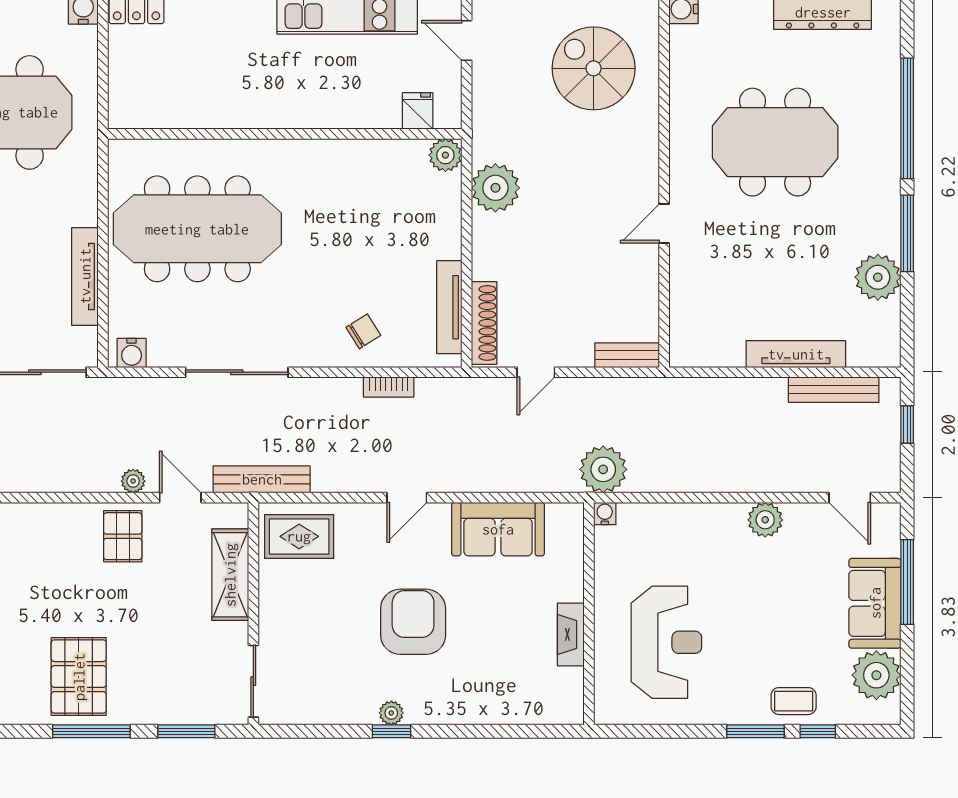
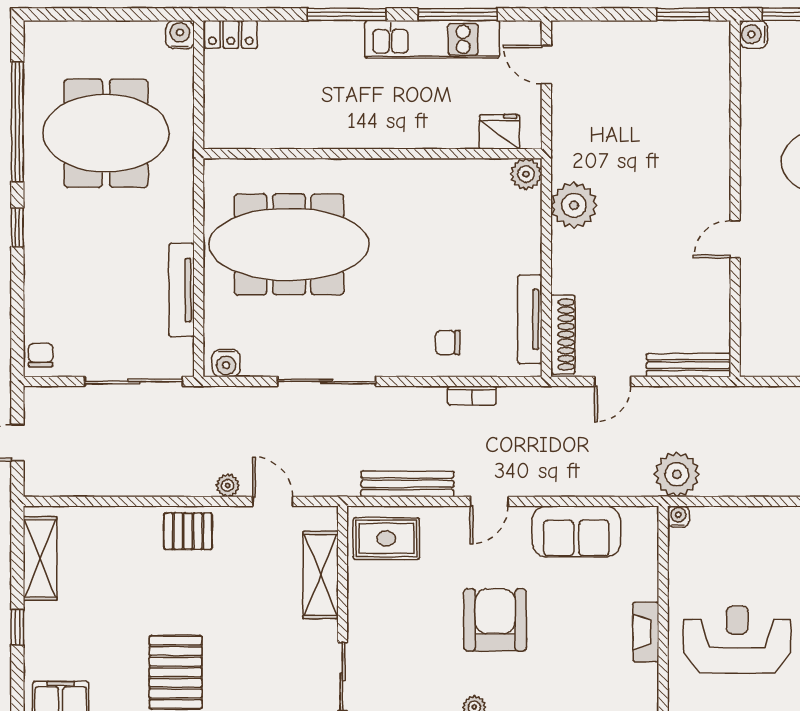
spiral stairs: (594, 68) -> (668, 91), removed
fridge: (418, 111) -> (499, 132), width x1.38
chair: (363, 331) -> (448, 342), turned -148
bench: (627, 355) -> (688, 365), width x1.36
bench: (262, 479) -> (407, 484), moved
pallet: (123, 536) -> (188, 531), moved, turned 90
reception desk: (666, 642) -> (737, 640), turned -90

